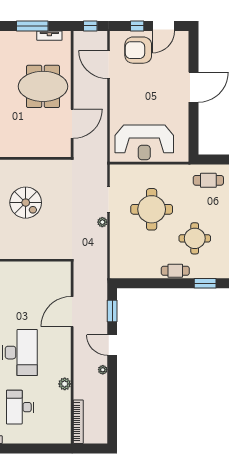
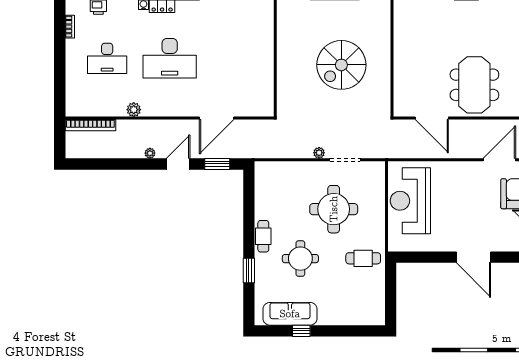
cafe table: (208, 180) -> (363, 258), moved, turned 90
spiral stairs: (26, 203) -> (341, 65), width x1.37, depth x1.37
door: (72, 312) -> (217, 118), swing flipped
desk: (20, 407) -> (107, 58), turned 180

